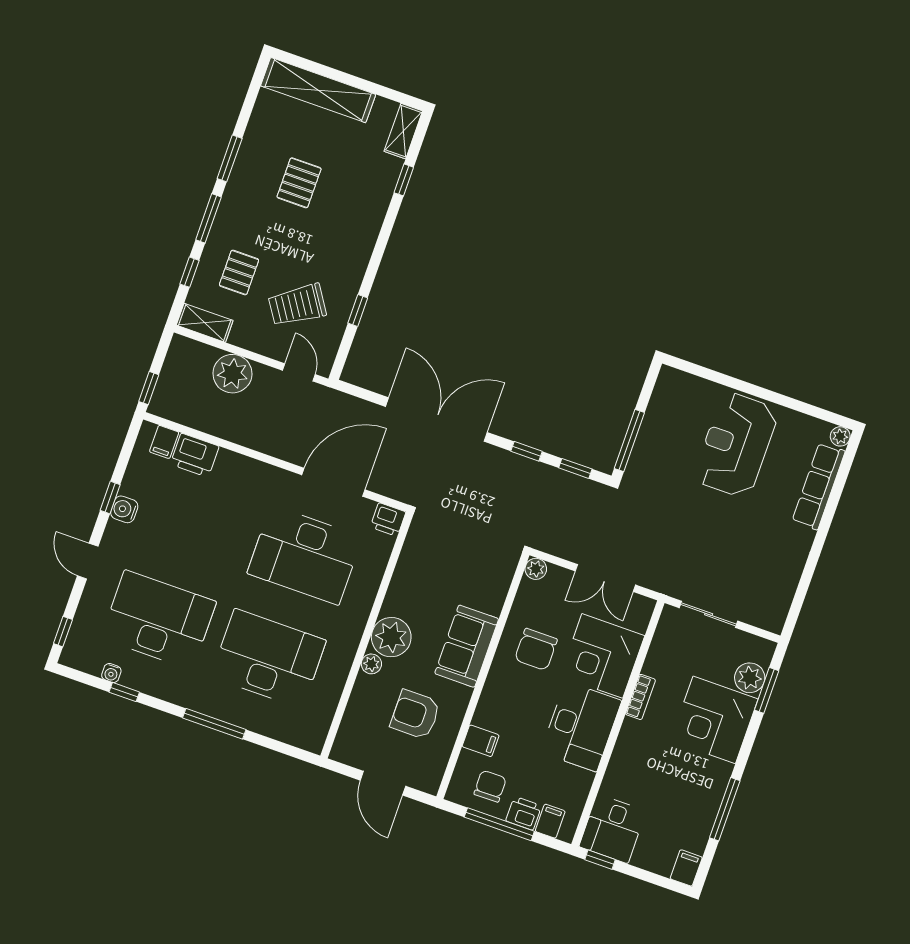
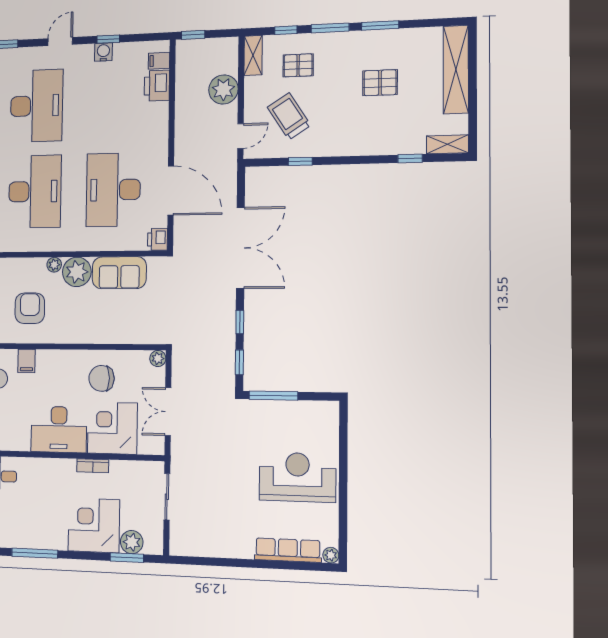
sofa: (467, 646) -> (119, 273), moved, turned 180

